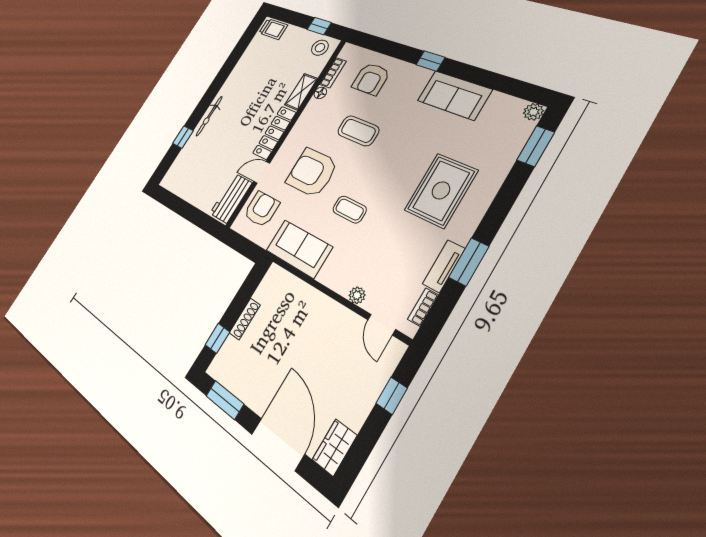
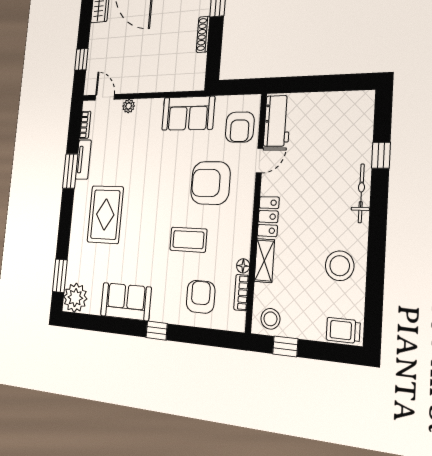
stool: (251, 72) -> (340, 266), added
plant: (533, 112) -> (75, 298), width x1.87, depth x1.87
locker: (274, 133) -> (268, 217), width x0.66
armchair: (312, 172) -> (210, 183), turned 180
coffee table: (350, 209) -> (163, 167), removed

